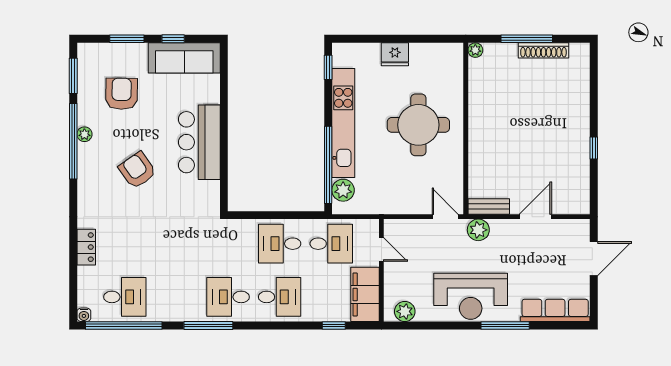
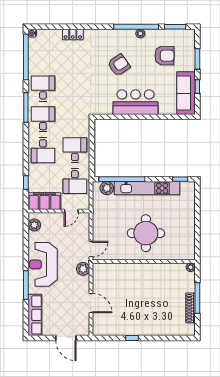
fridge: (395, 54) -> (188, 219), removed
bench: (489, 206) -> (97, 275), removed
desk: (125, 297) -> (43, 88), moved, turned 180

